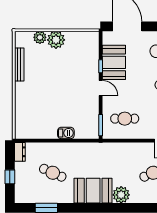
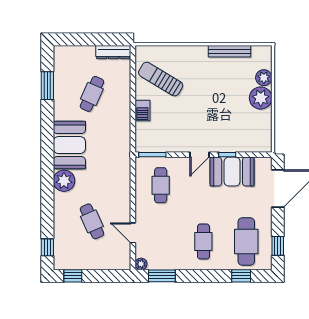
sun lounger: (41, 119) -> (161, 79), added
dresser: (20, 152) -> (113, 52), width x1.44
window: (10, 177) -> (87, 39), removed

